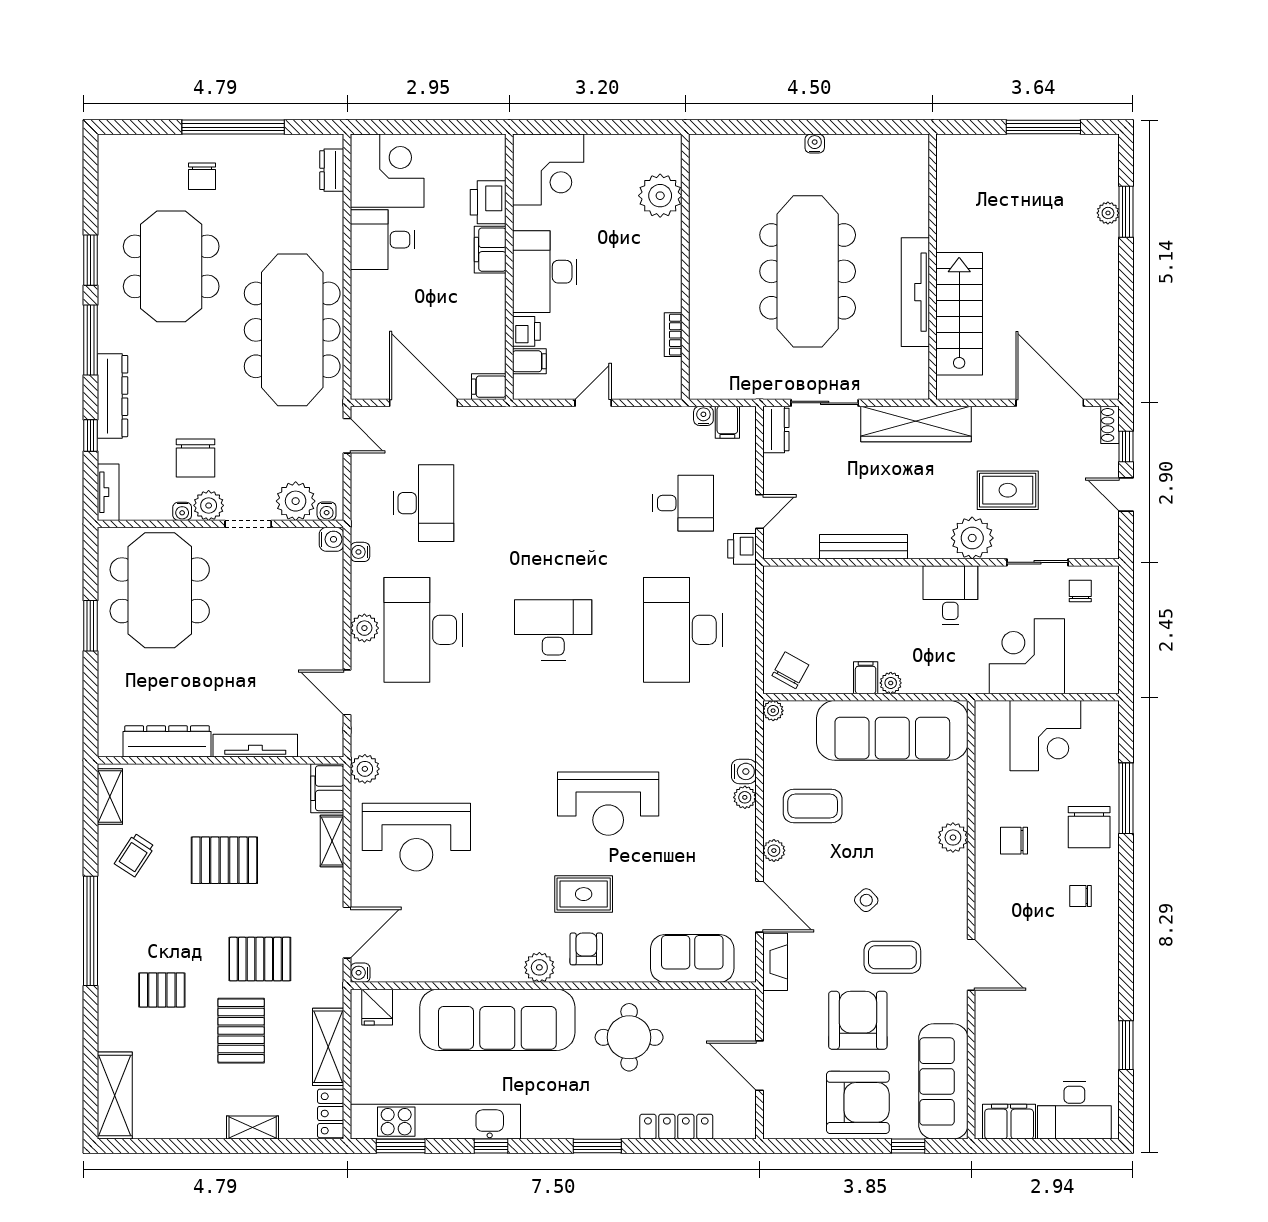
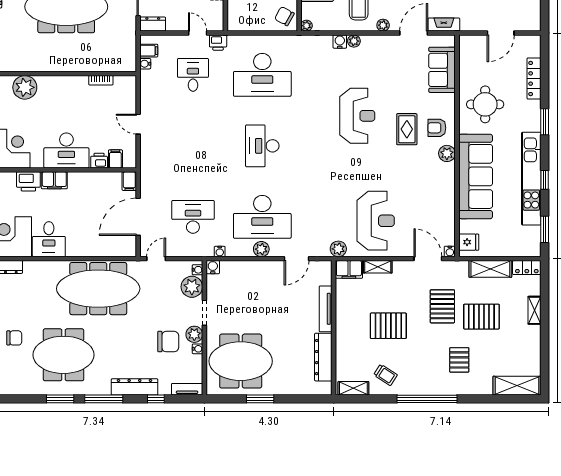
pallet: (224, 860) -> (388, 326), turned 90
kitchen unit: (435, 1122) -> (531, 179), moved

